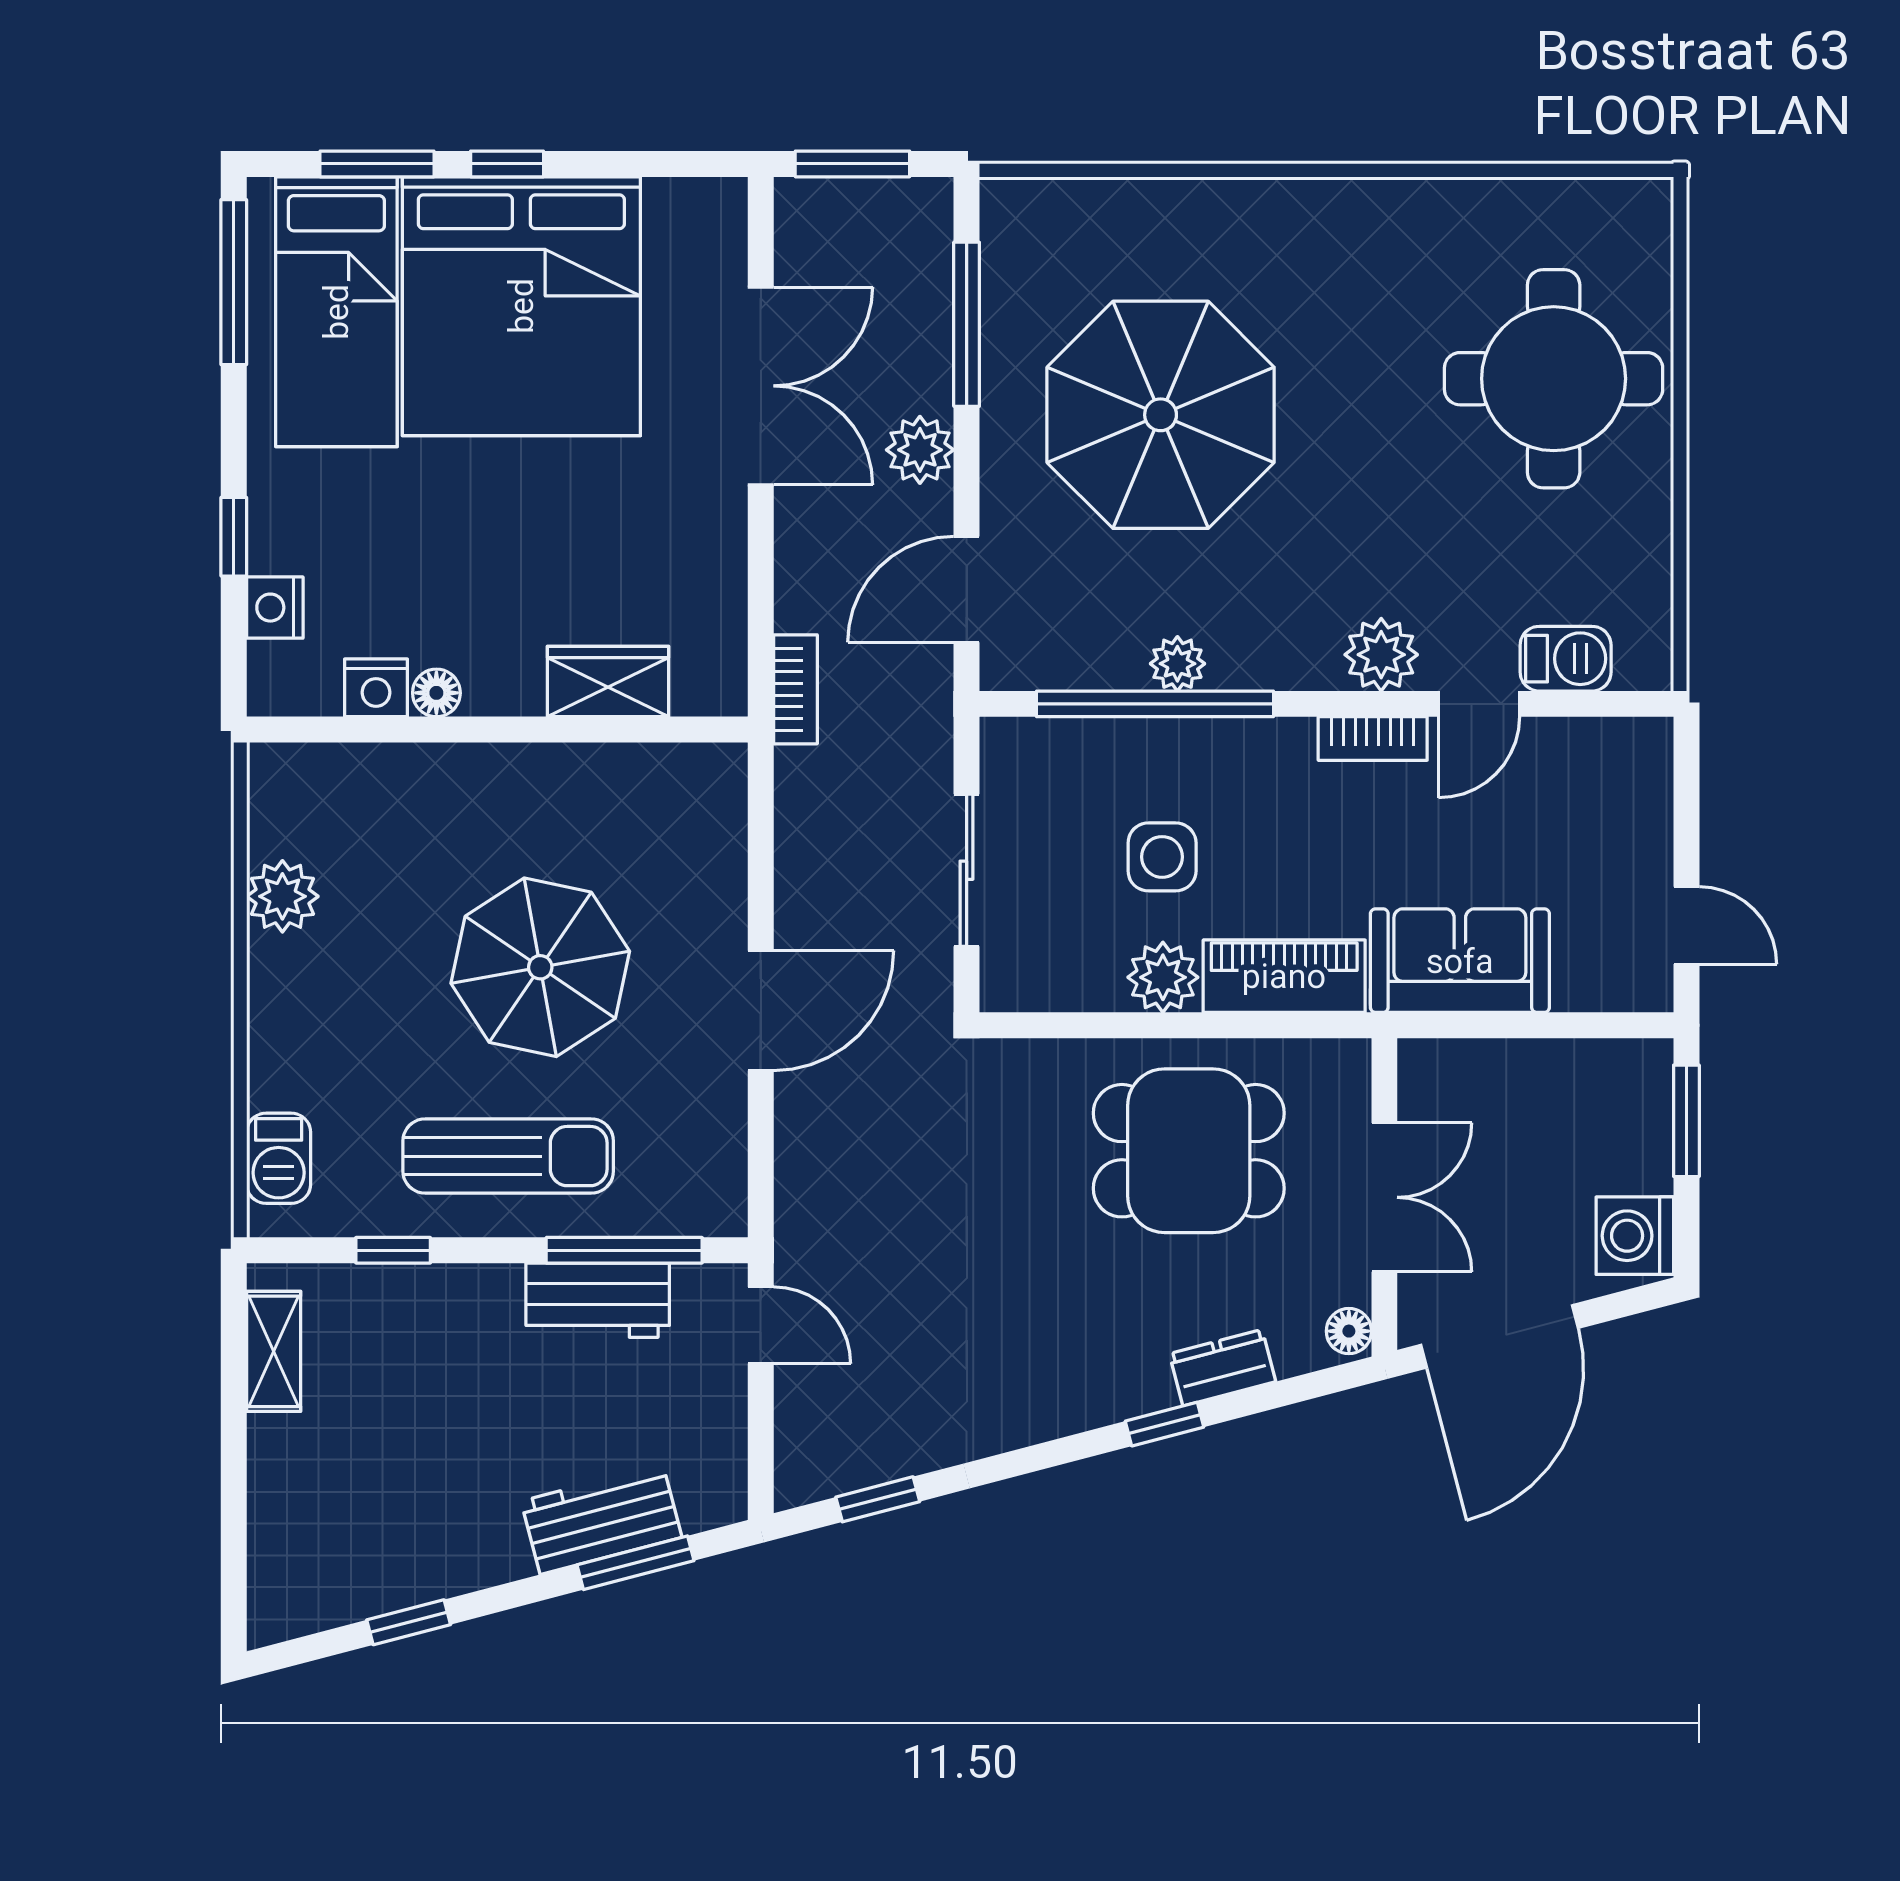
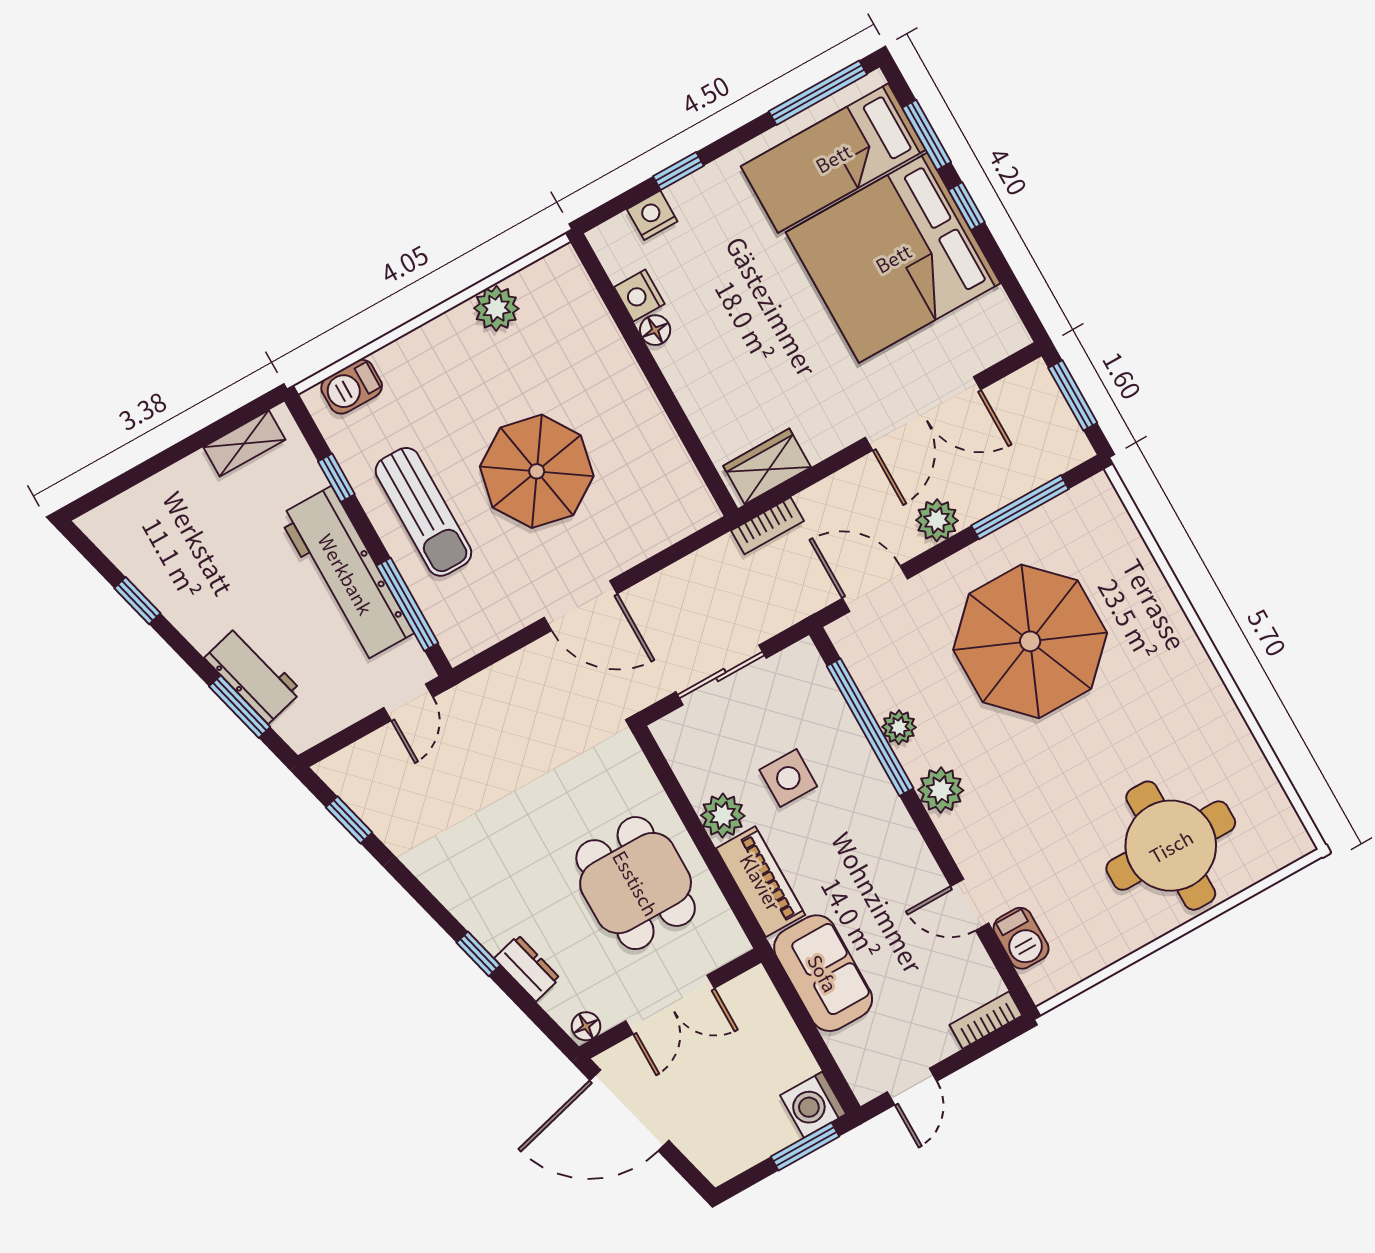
plant: (1381, 655) -> (941, 790), moved
wardrobe: (608, 682) -> (767, 466), moved, turned -90
bookcase: (1373, 739) -> (986, 1020), moved, turned 90
washing machine: (1635, 1236) -> (813, 1105), moved, turned -90
workbench: (598, 1300) -> (346, 574), width x1.88, depth x1.32

